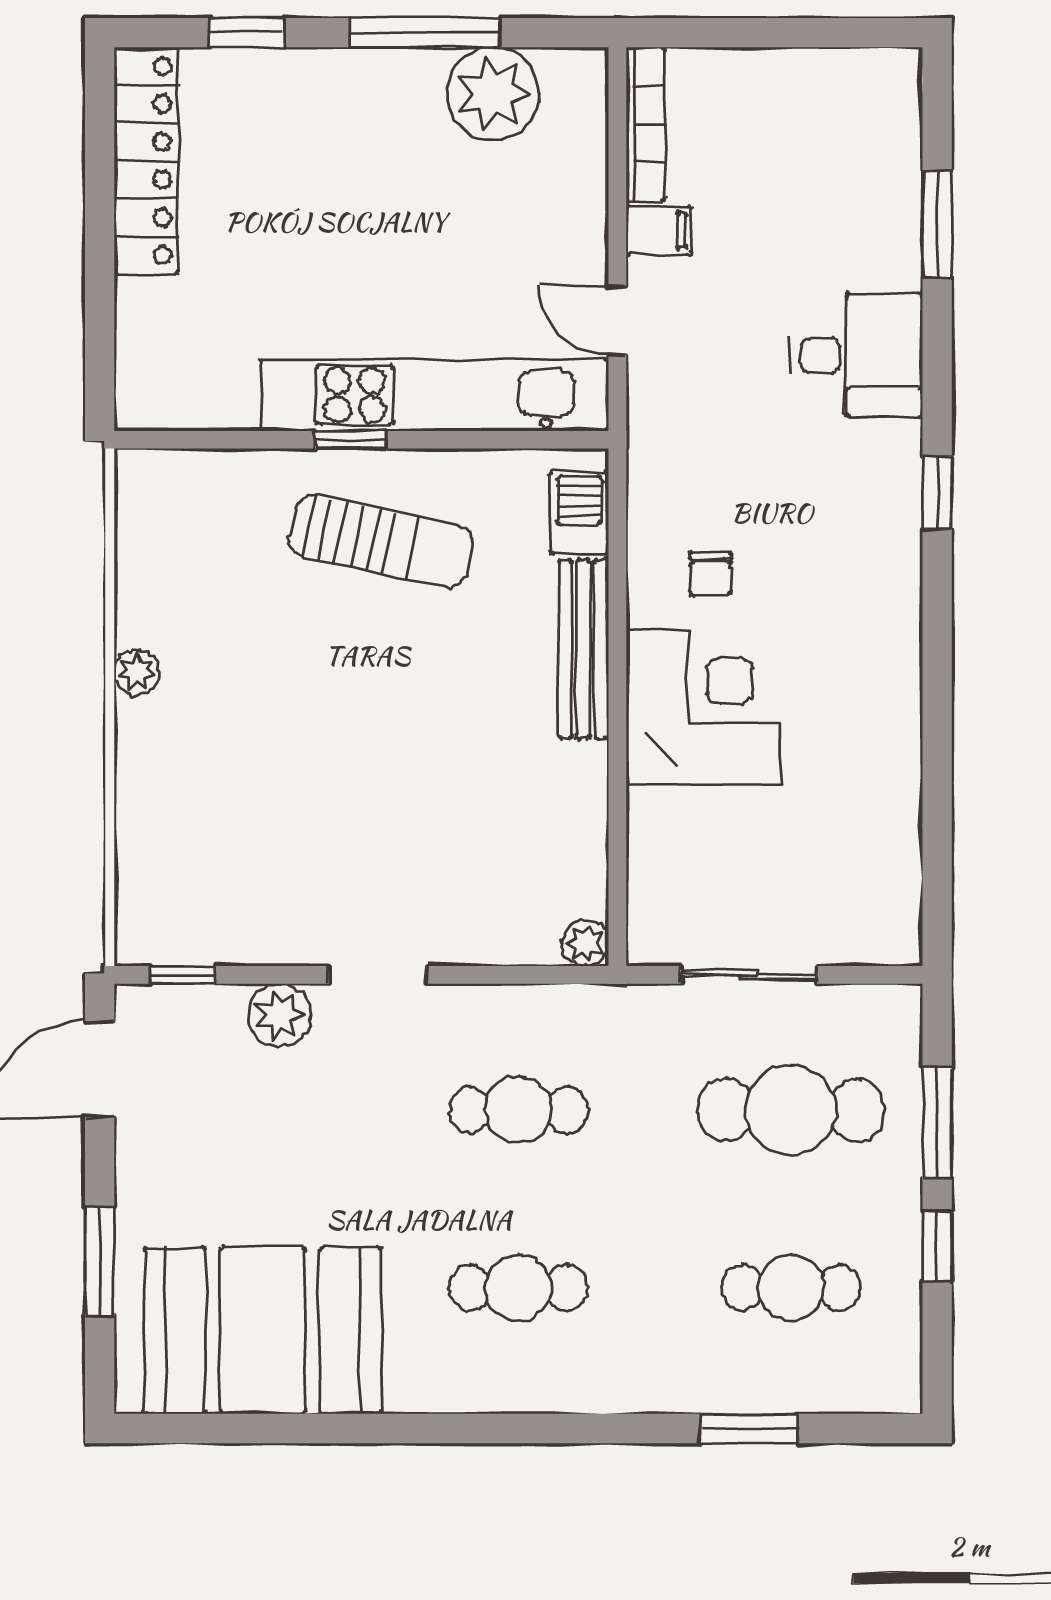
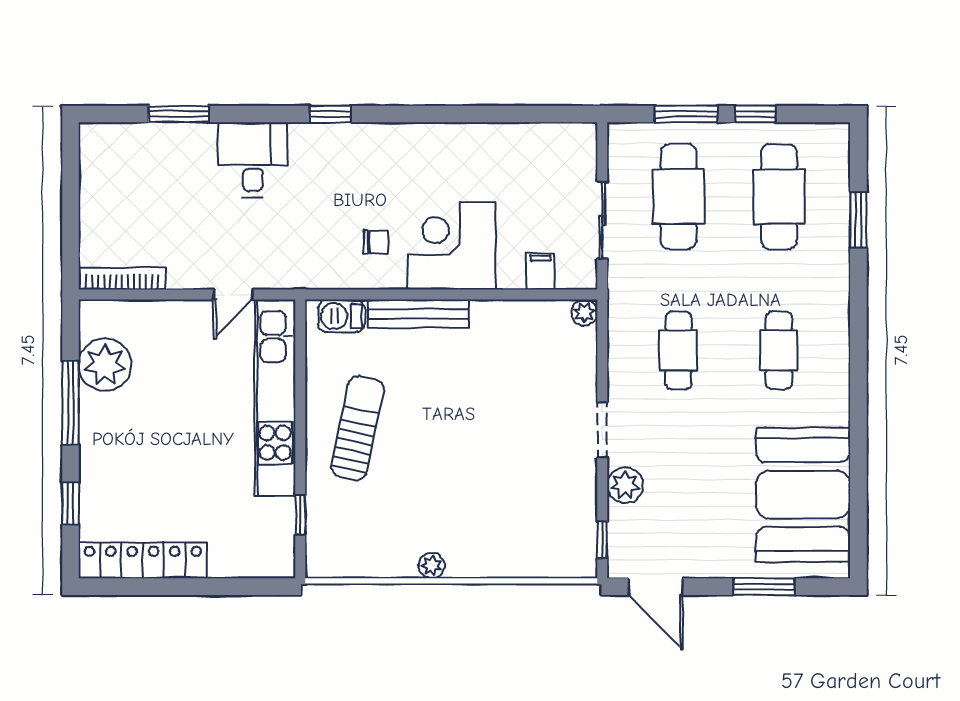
filing cabinet: (659, 230) -> (541, 271), moved
window: (350, 440) -> (300, 515), moved
cafe table: (791, 1288) -> (779, 197), width x1.37, depth x1.35

